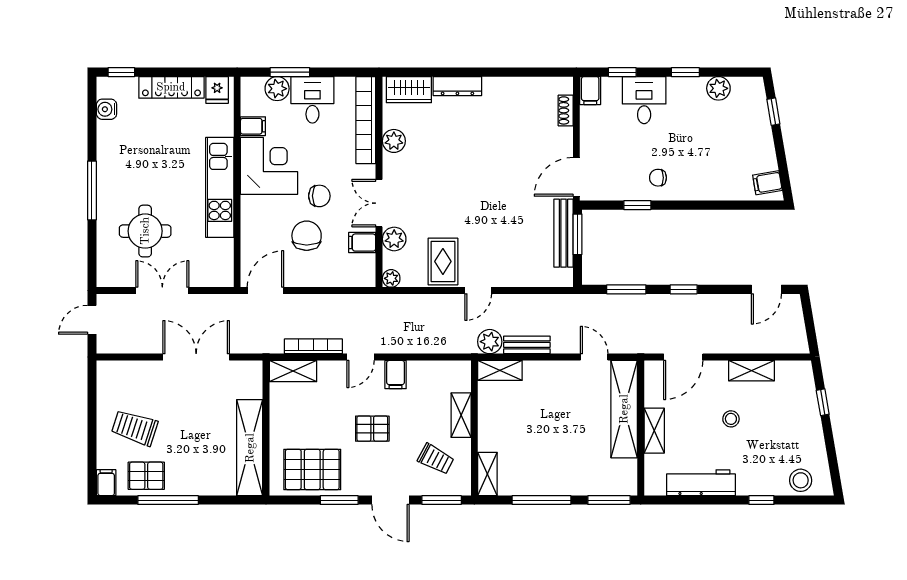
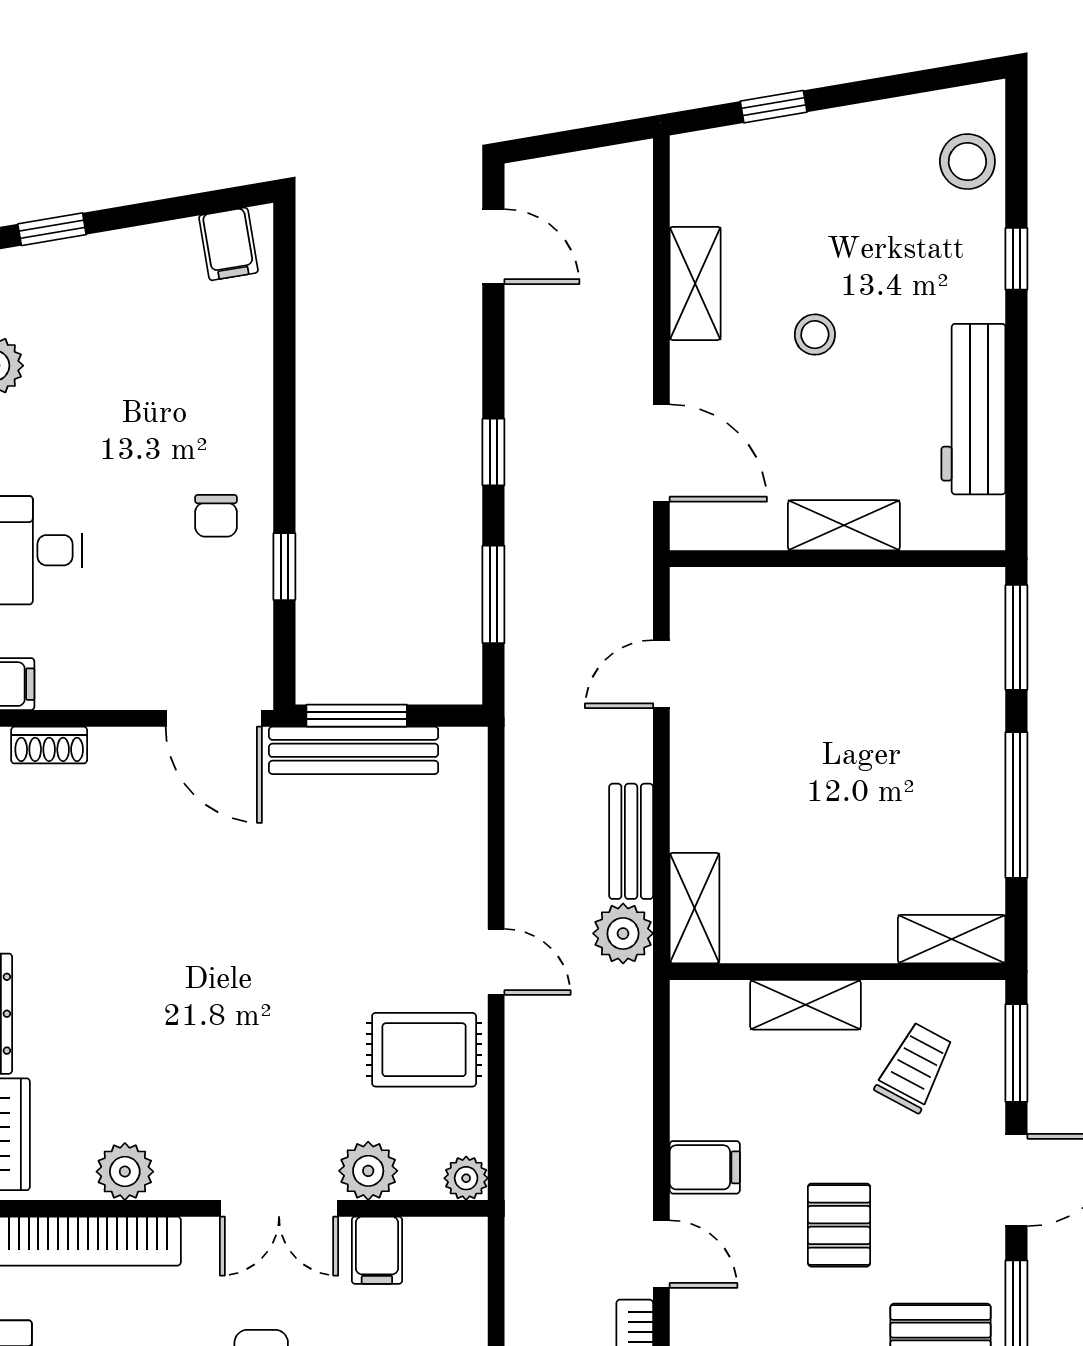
shelving: (624, 409) -> (791, 600), removed

